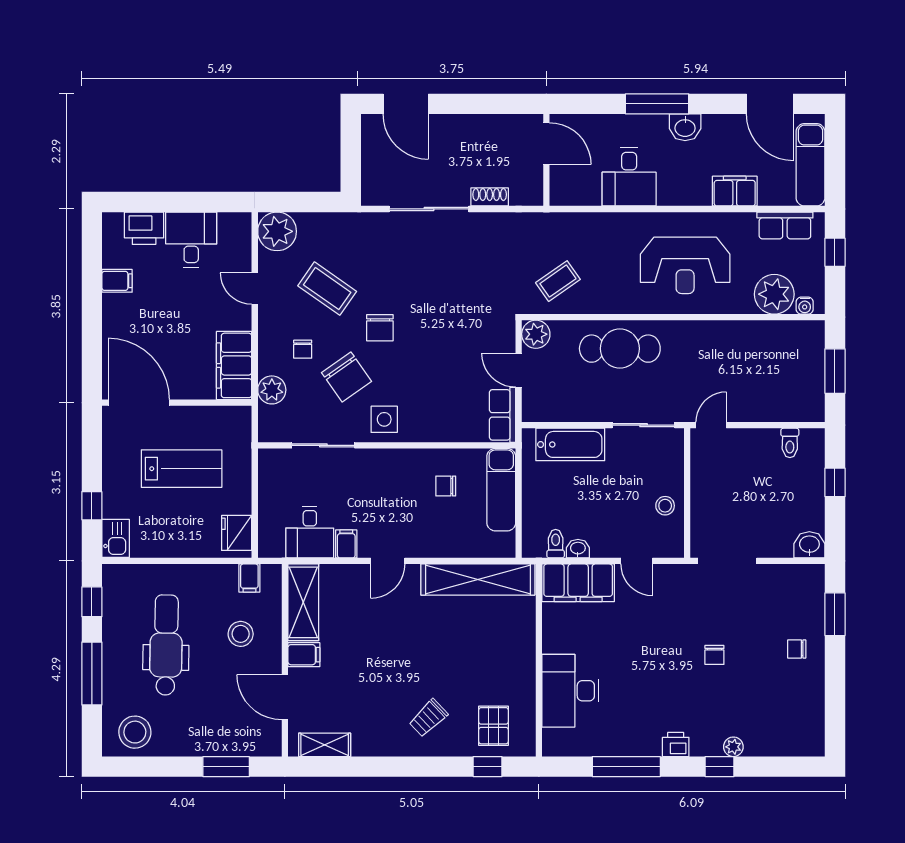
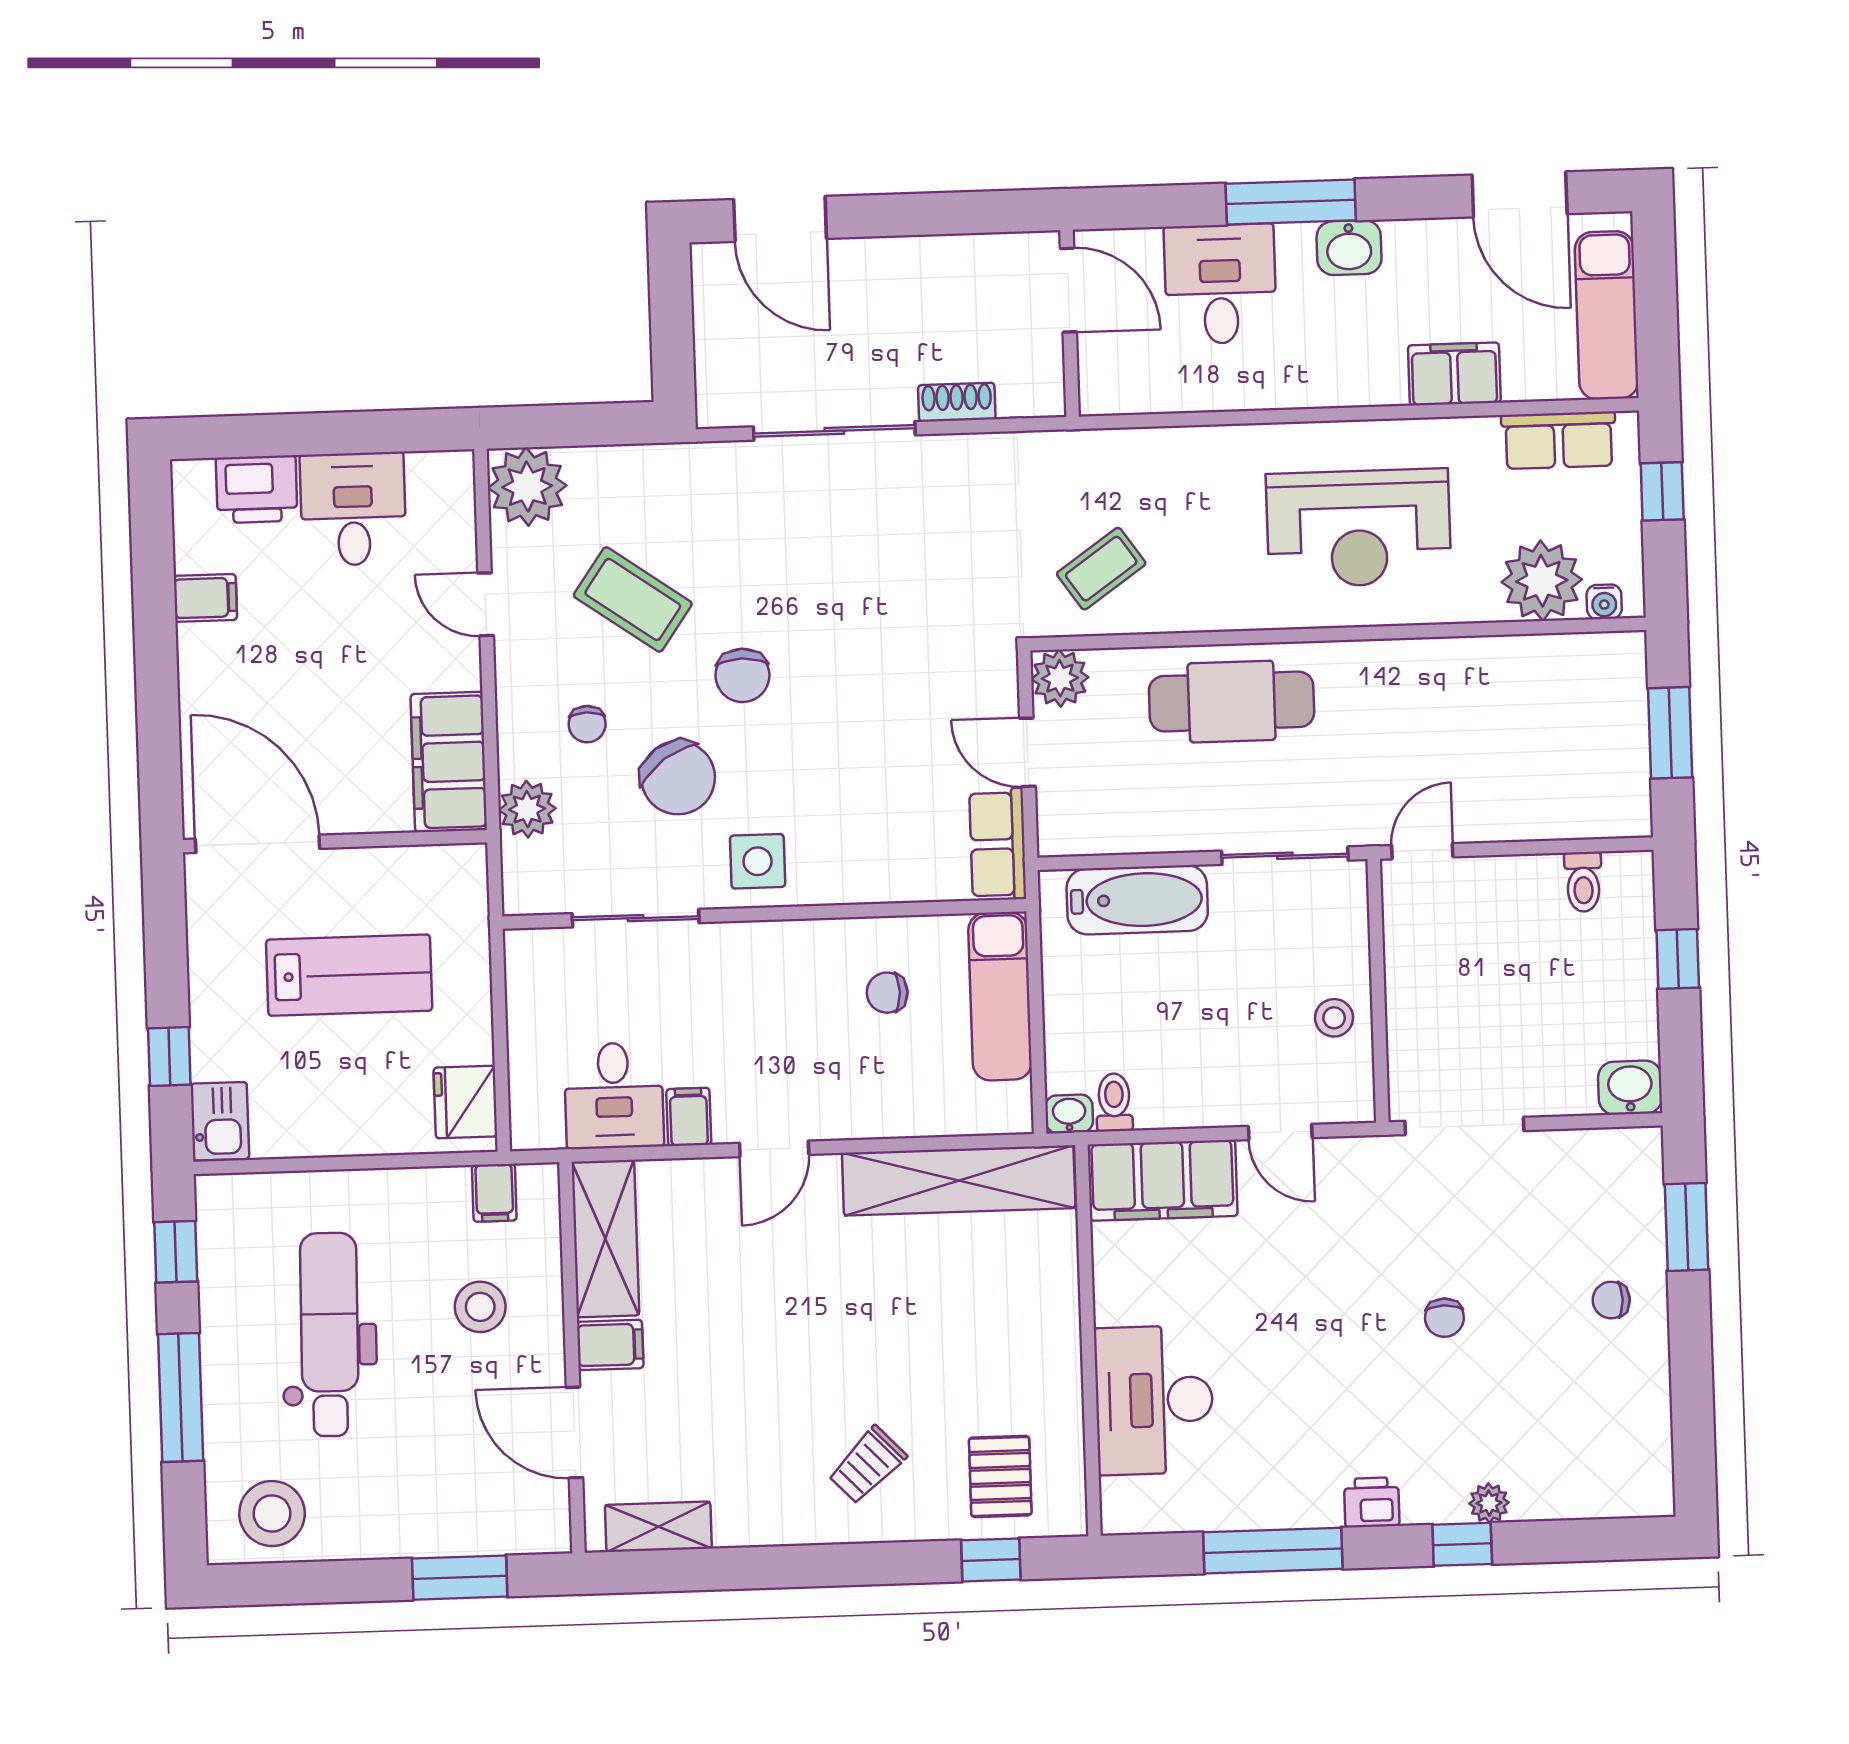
desk: (629, 177) -> (1220, 284), moved, turned 180
washbasin: (578, 549) -> (1069, 1114), moved

